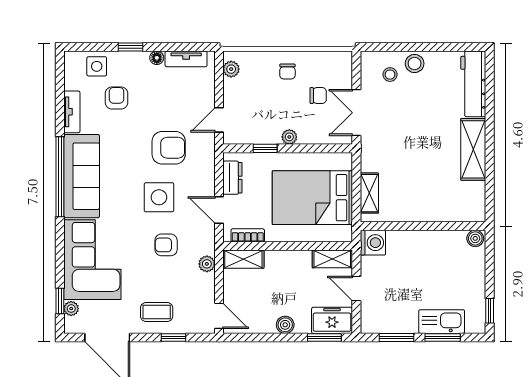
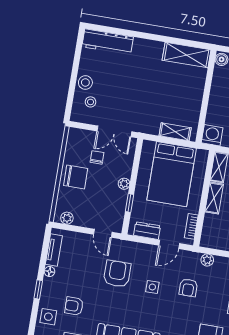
chair: (287, 71) -> (76, 177), width x1.87, depth x1.87
shelving: (473, 149) -> (187, 55), moved
side table: (159, 197) -> (152, 287), width x0.54, depth x0.54
shelving: (243, 259) -> (214, 198), moved

